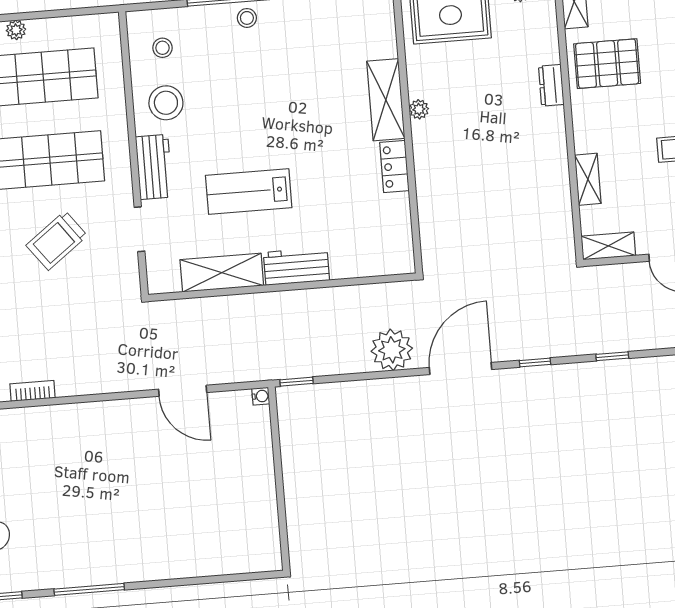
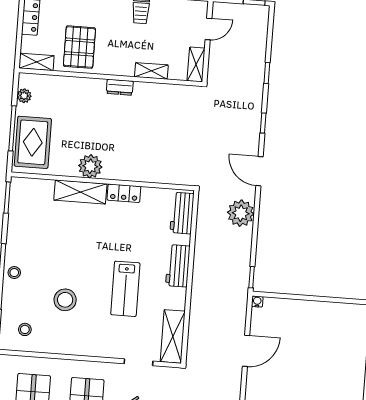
dresser: (551, 85) -> (120, 87), moved
stool: (166, 103) -> (65, 300), moved
plant: (419, 109) -> (90, 166), width x1.88, depth x1.88
workbench: (154, 167) -> (182, 213), moved, turned -90
shelving: (222, 273) -> (173, 336), moved
door: (460, 368) -> (260, 171), width x0.73

